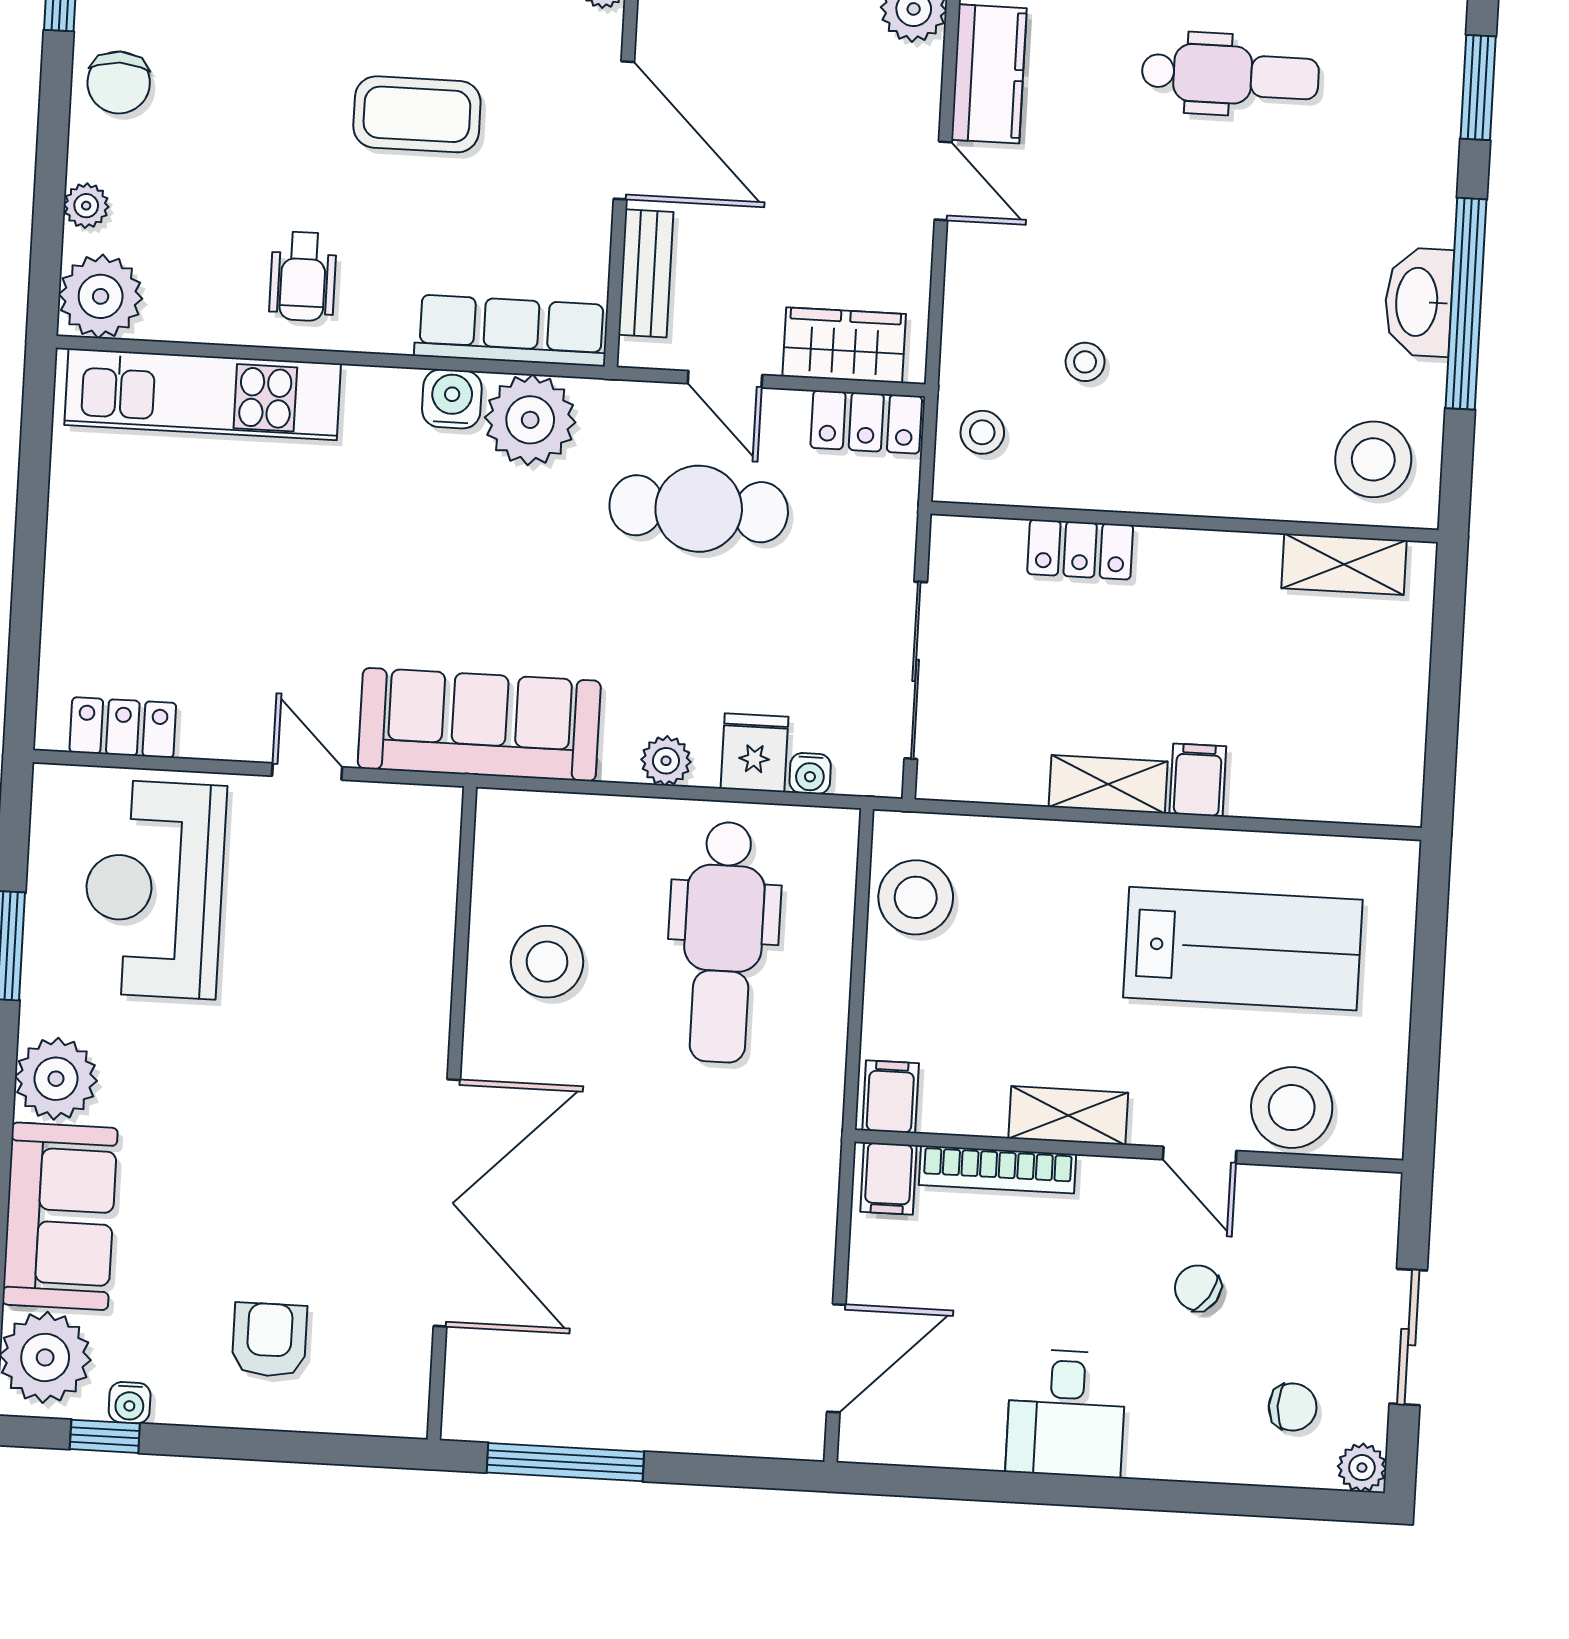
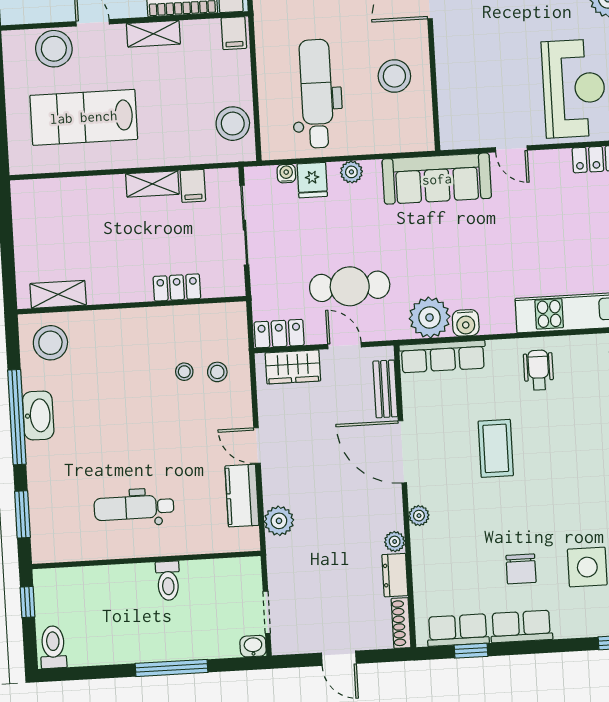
coffee table: (417, 114) -> (496, 448), turned 90
stool: (982, 432) -> (217, 372), moved
filing cabinet: (1198, 780) -> (193, 186), moved

